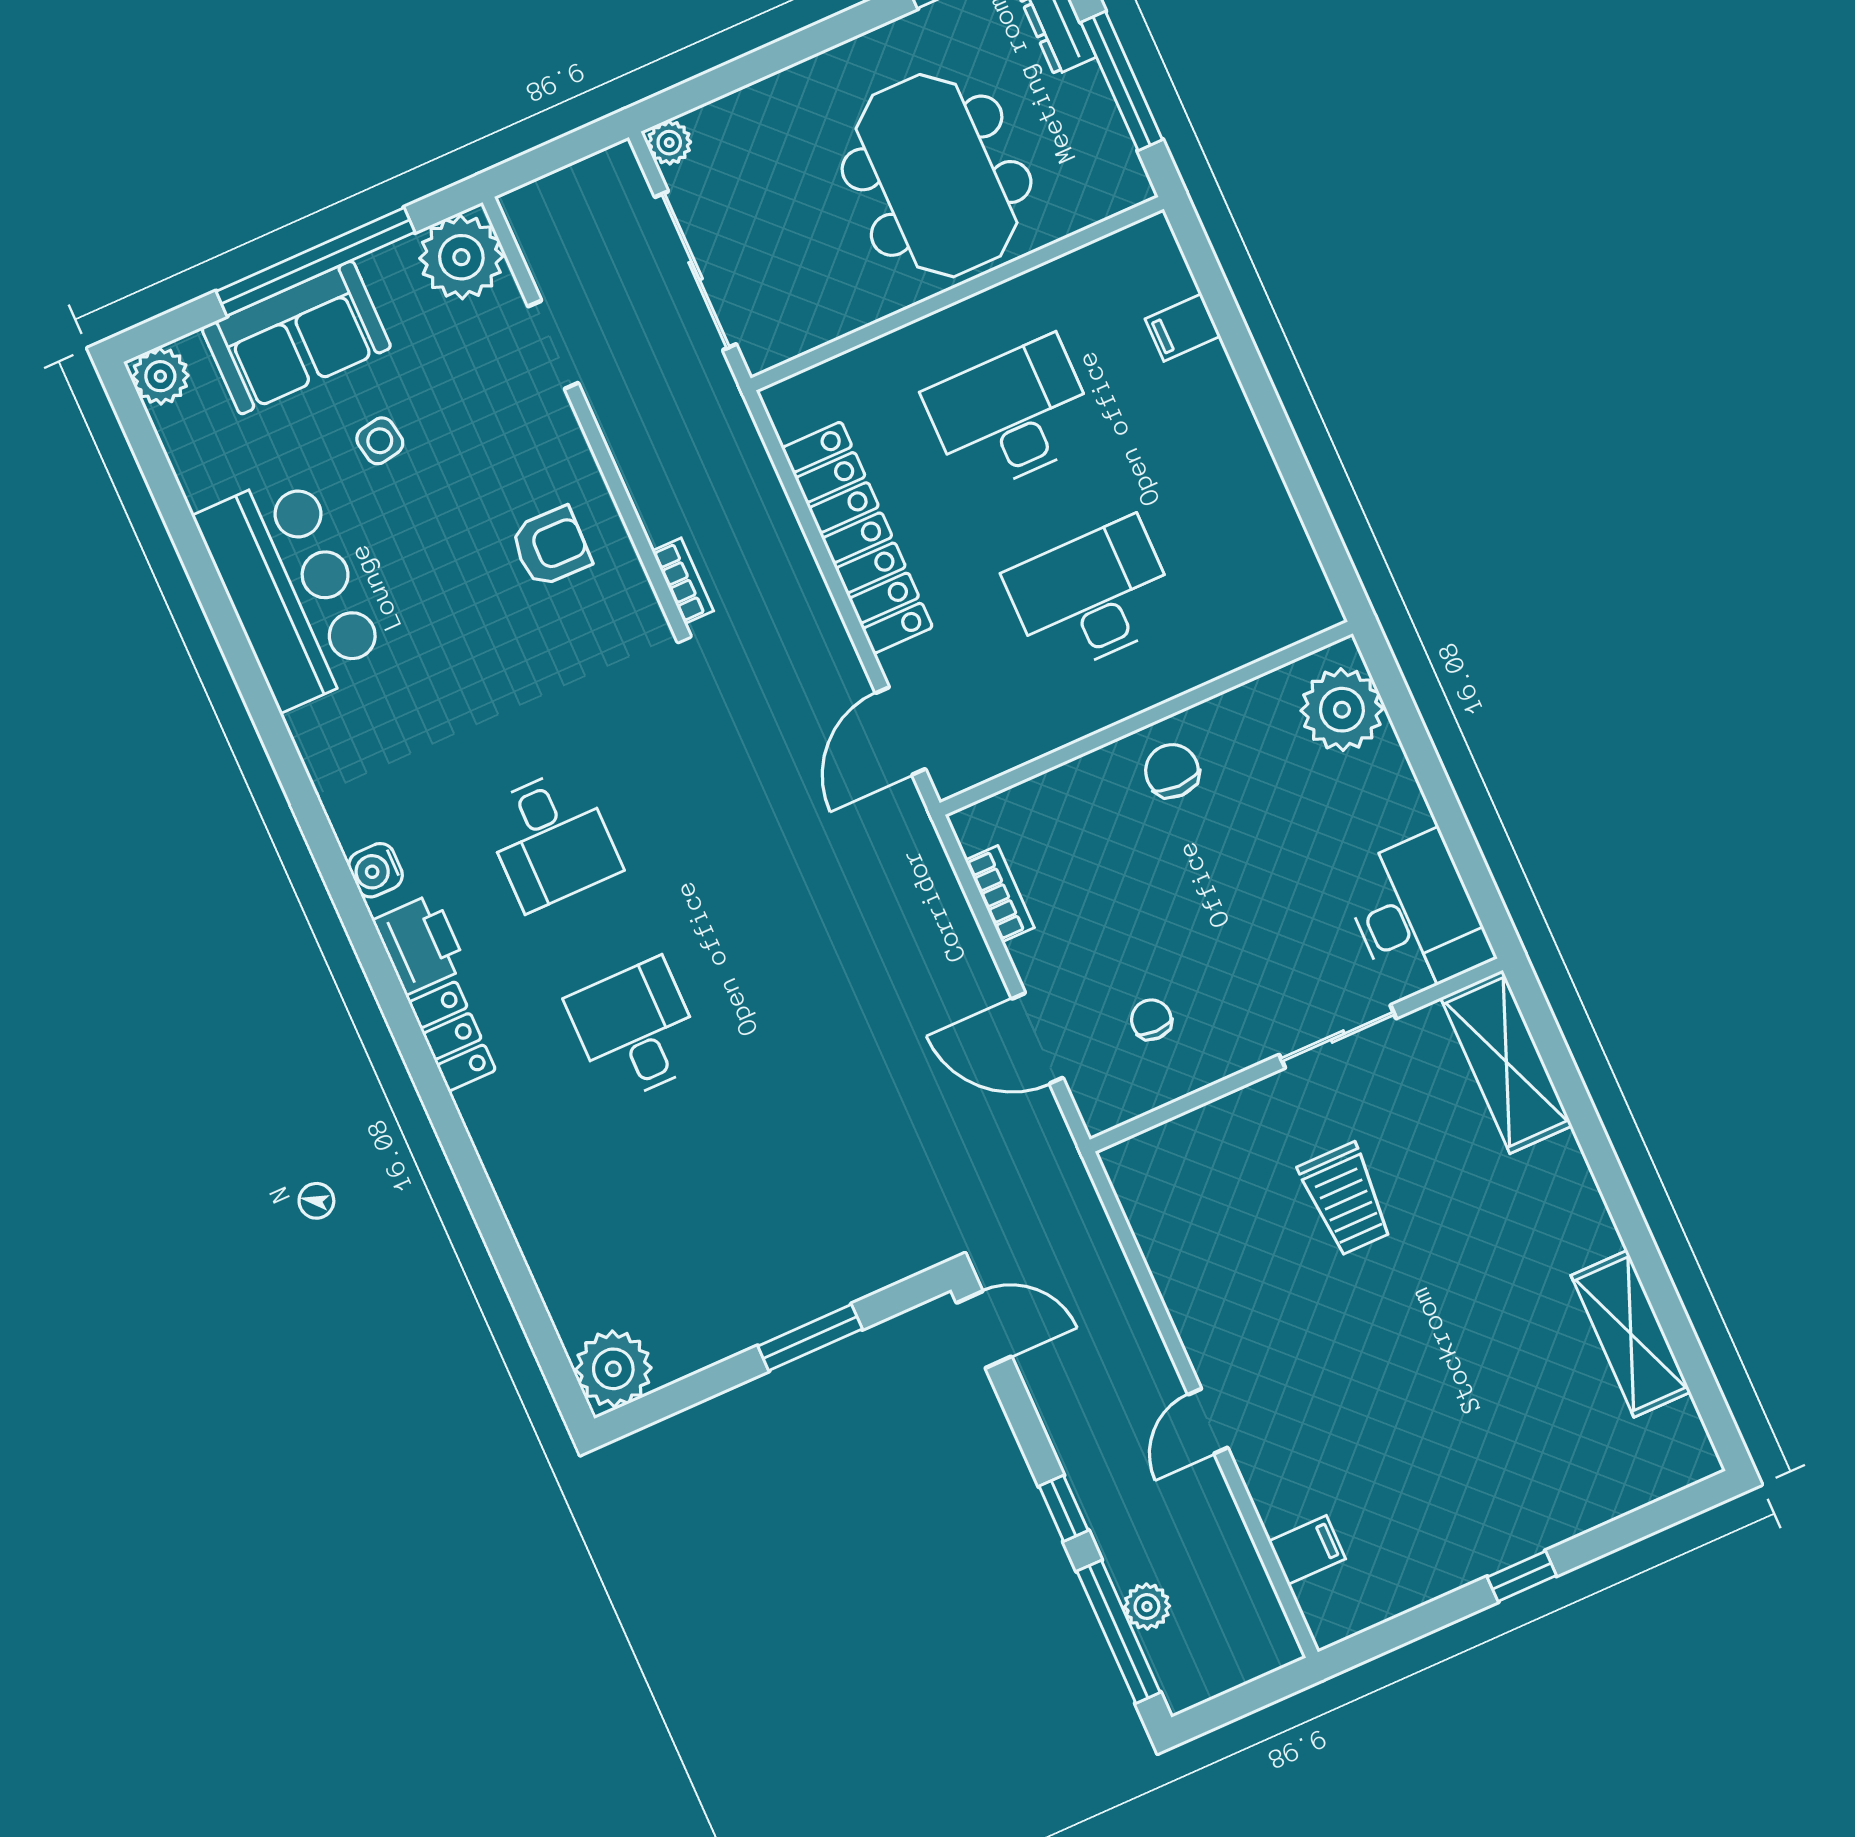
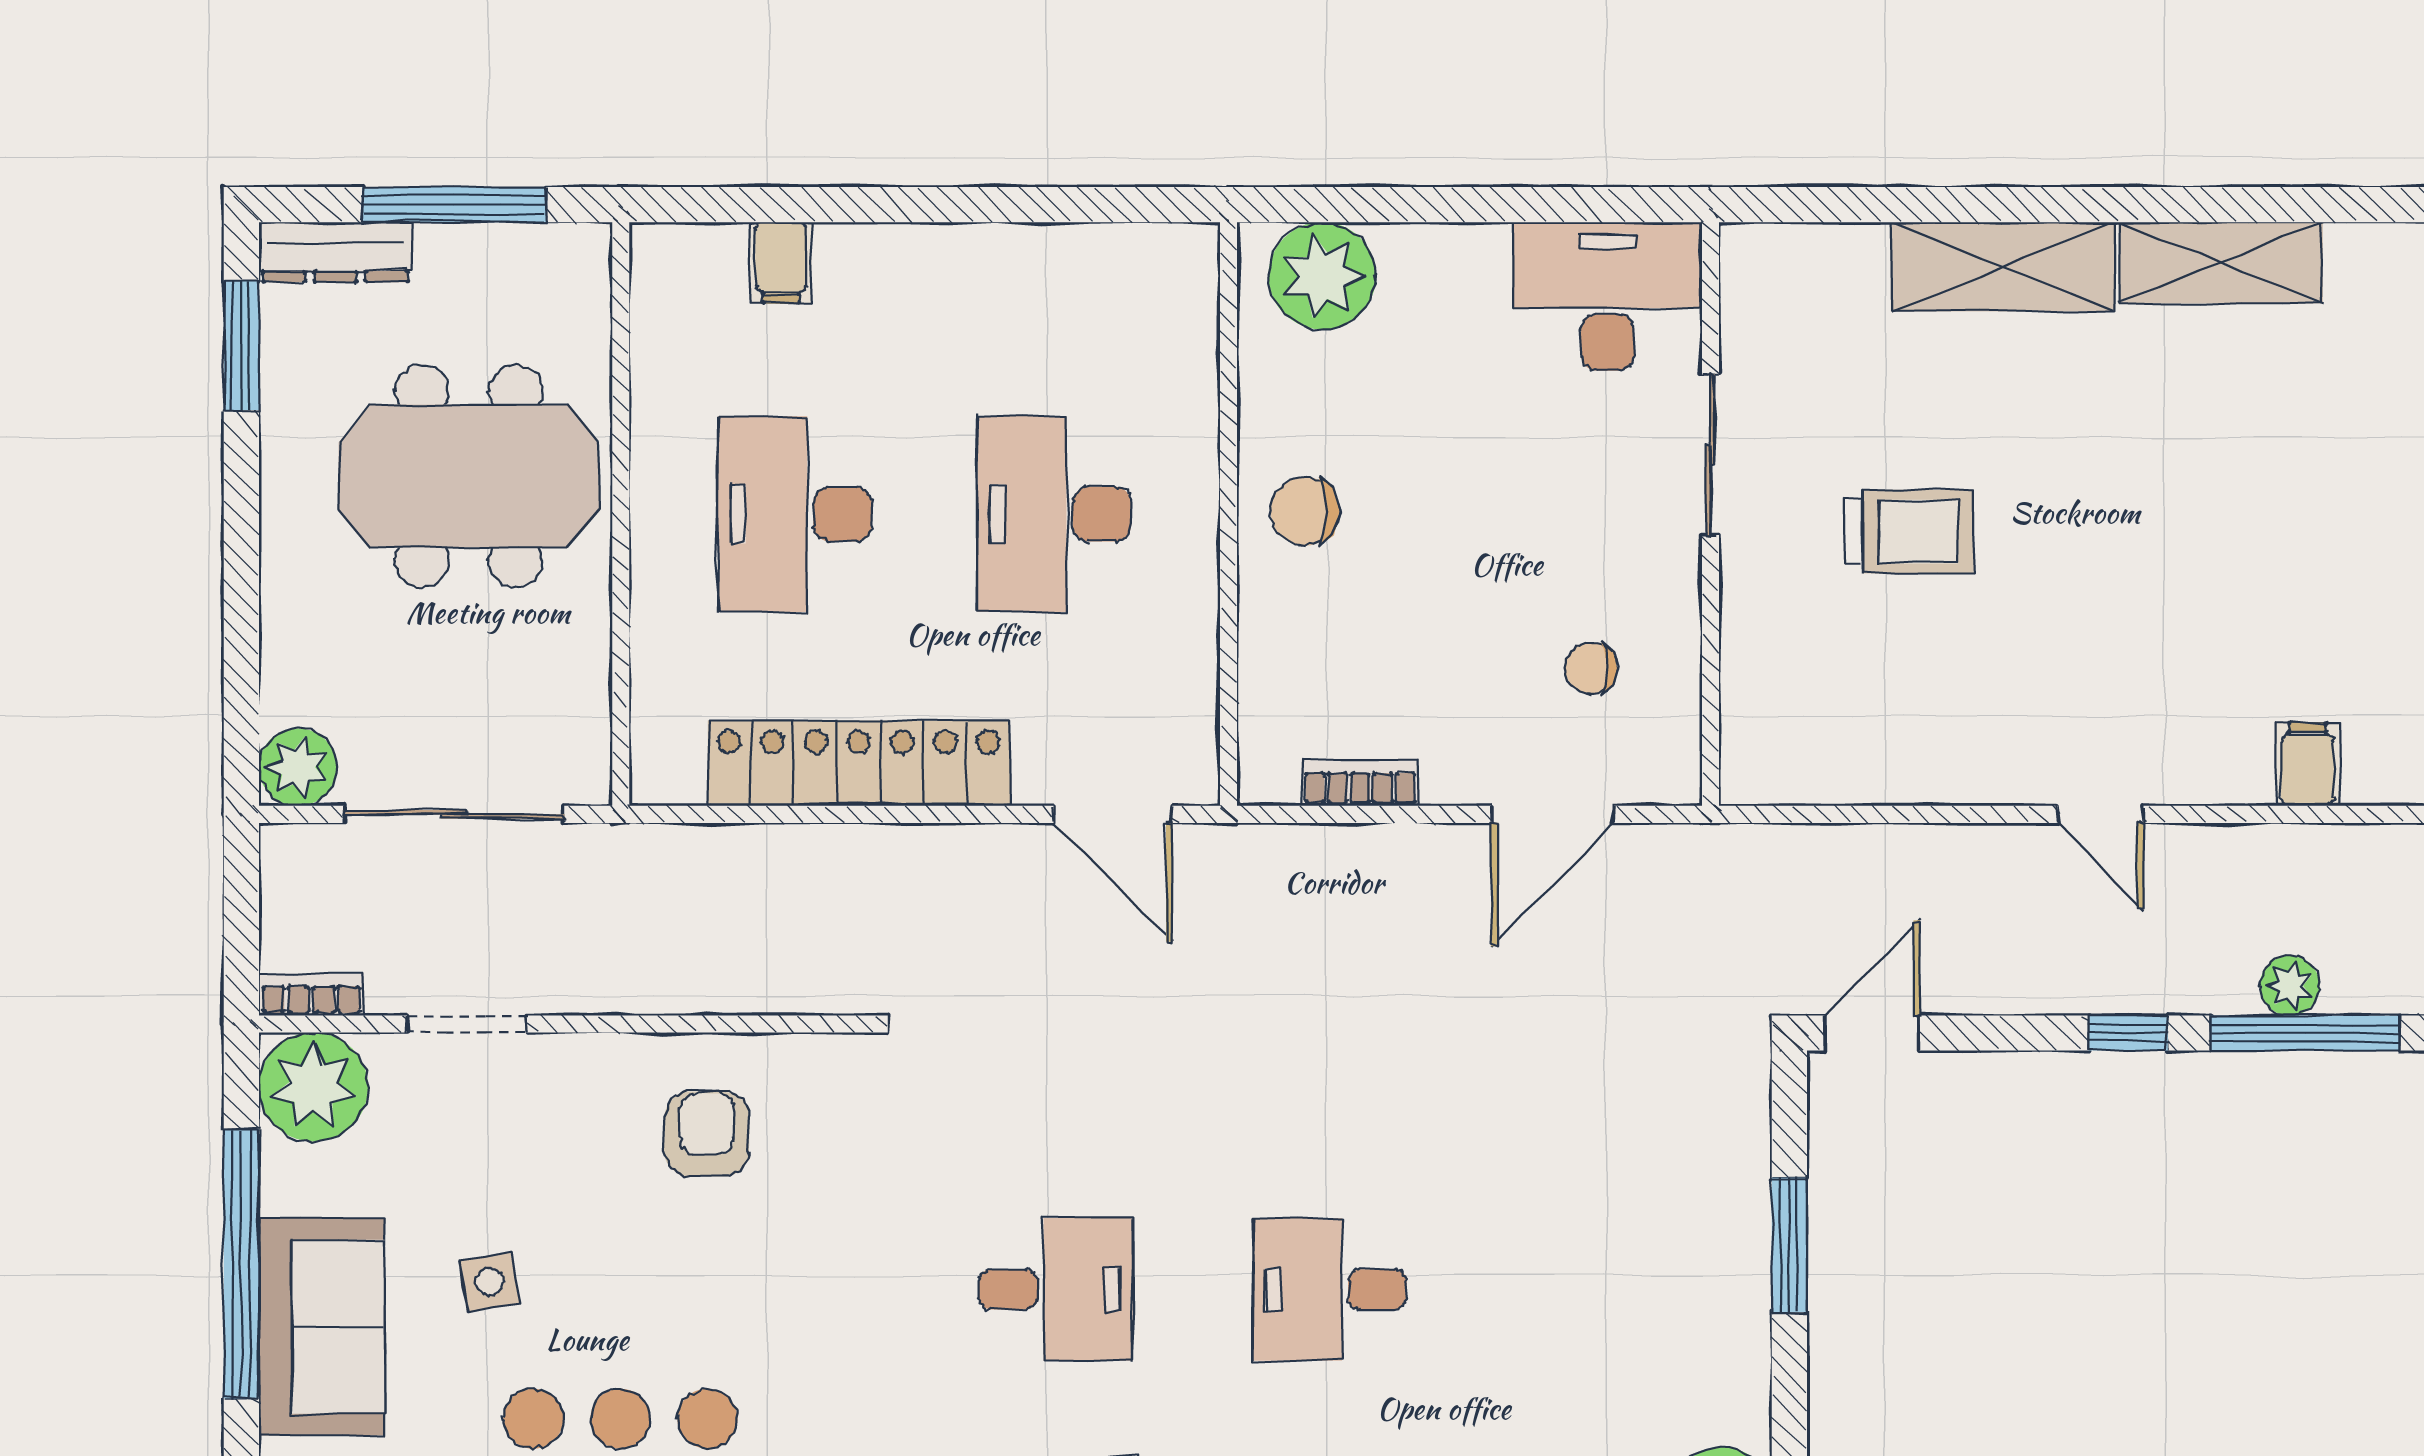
plant: (669, 143) -> (298, 767), width x1.38, depth x1.38
bookcase: (683, 581) -> (311, 995), moved
shelving: (1506, 1062) -> (2002, 267), moved

